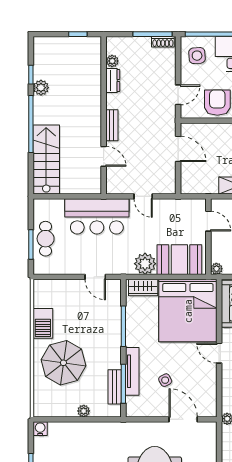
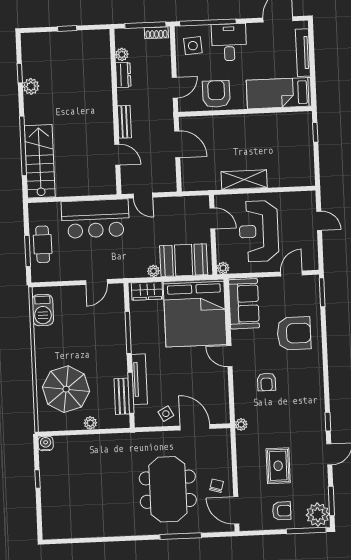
plant: (112, 61) -> (122, 54), moved
dresser: (113, 81) -> (123, 75), moved
wall: (104, 115) -> (115, 112), moved
window: (31, 124) -> (23, 146), moved
bench: (112, 125) -> (124, 122), moved
door: (104, 156) -> (117, 155), moved
plant: (145, 264) -> (153, 271), width x0.53, depth x0.53
door: (95, 277) -> (96, 282), hinge flipped
barbecue: (43, 323) -> (43, 310), moved
parasol: (63, 363) -> (66, 389), moved
side table: (165, 380) -> (166, 414), moved

